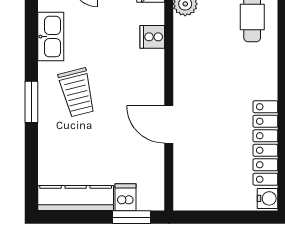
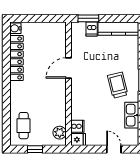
cooker: (152, 37) -> (77, 126), moved
door: (169, 124) -> (68, 68), swing flipped

